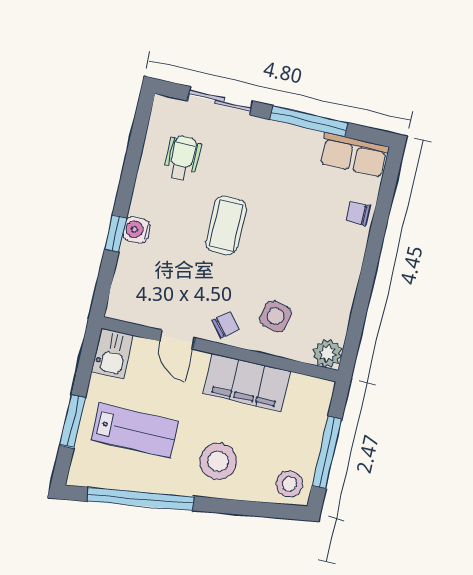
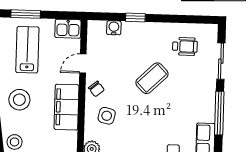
coffee table: (226, 225) -> (152, 78), turned -44
water cooler: (136, 230) -> (114, 28), moved
lab bench: (135, 431) -> (27, 50), turned 180

